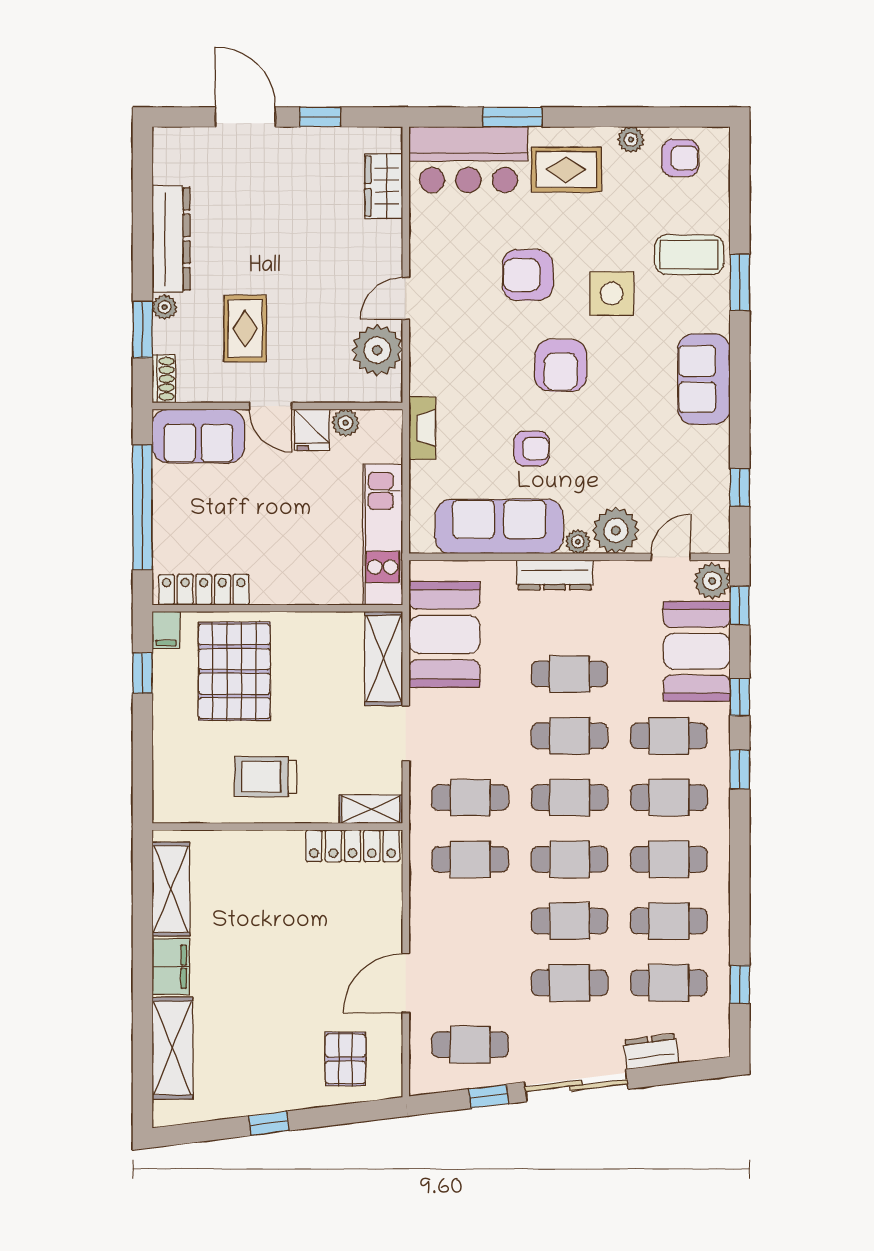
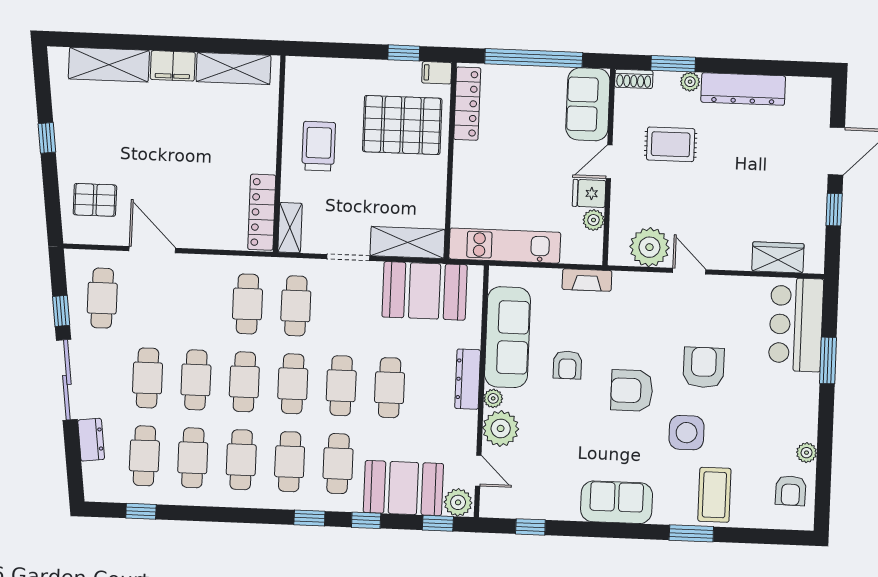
rug: (566, 170) -> (785, 401), removed

